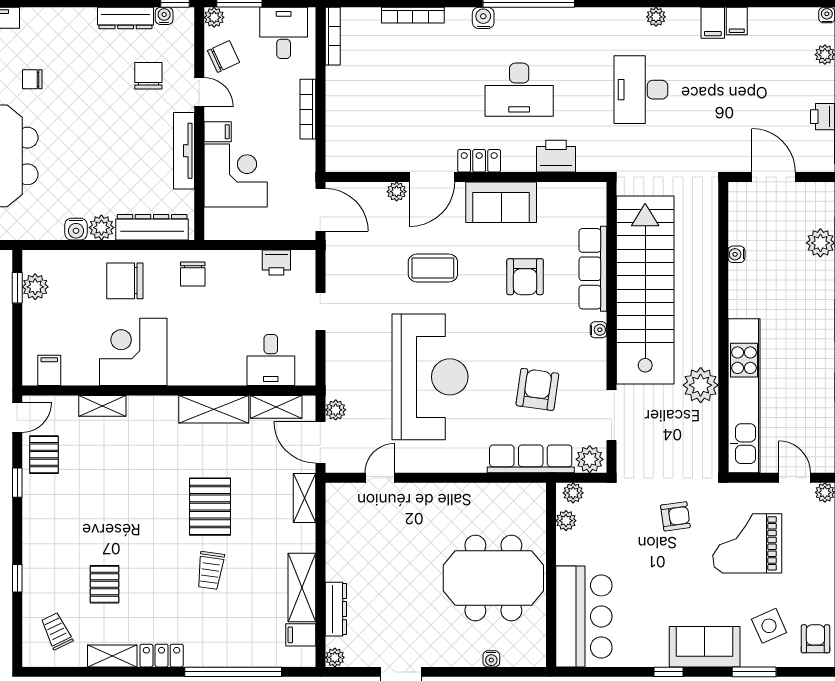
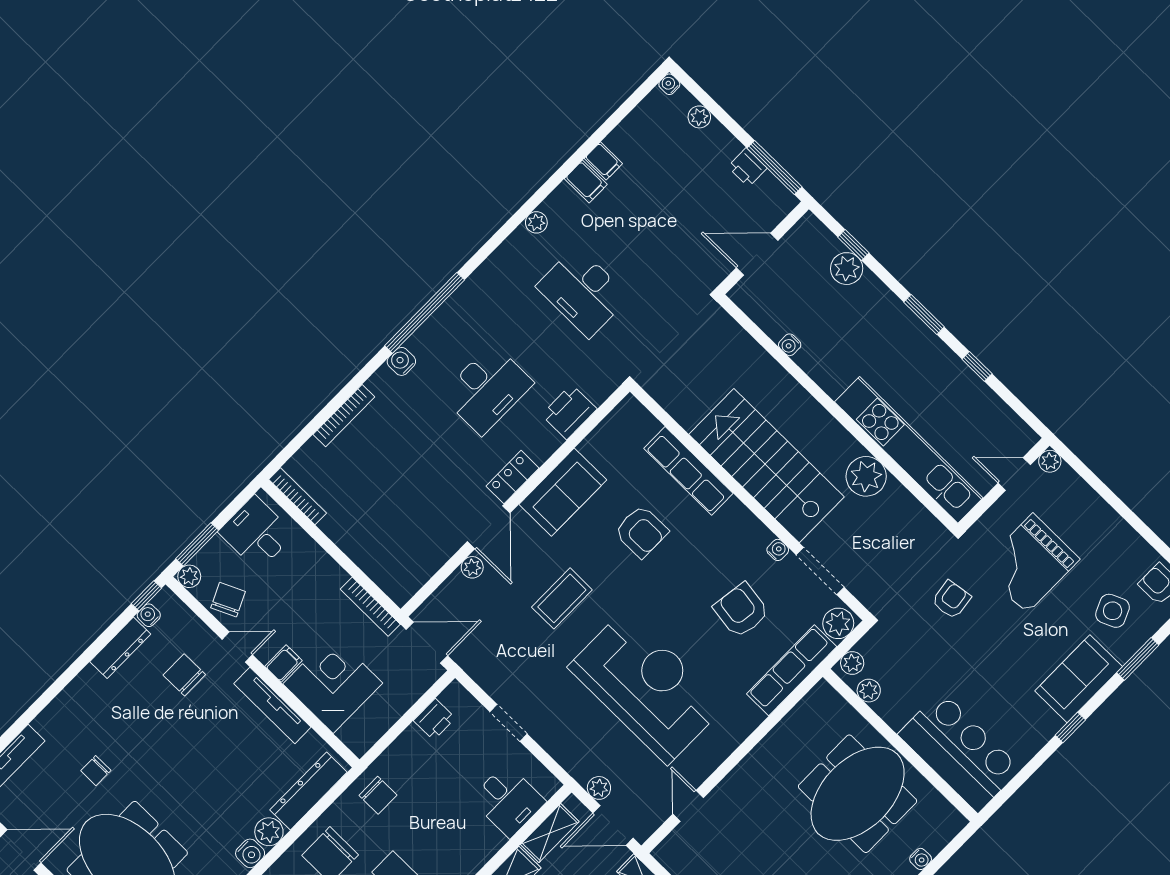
bookcase: (308, 109) -> (370, 607), moved
stairs: (645, 290) -> (766, 466), width x0.73
water cooler: (599, 330) -> (778, 550), moved

